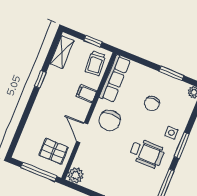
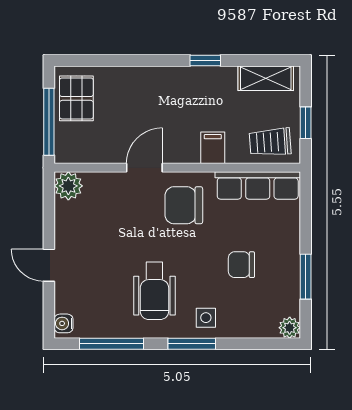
pallet: (54, 151) -> (76, 98), moved

